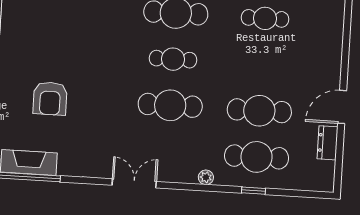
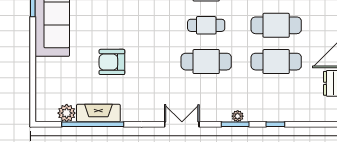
armchair: (50, 99) -> (112, 62), turned 90
cafe table: (257, 157) -> (276, 25), moved
window: (202, 188) -> (235, 124), added

